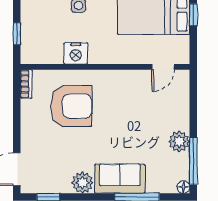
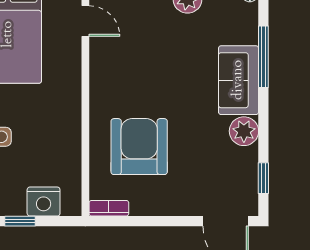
window: (17, 34) -> (20, 221), moved
nightstand: (76, 53) -> (44, 202), moved, turned 90

